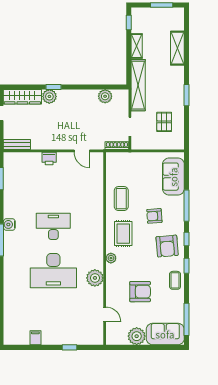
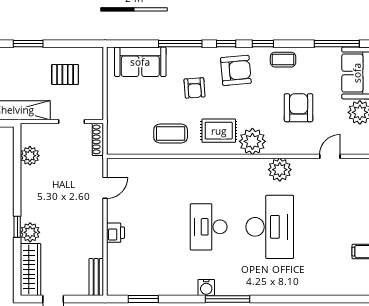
plant: (111, 258) -> (252, 141), width x1.88, depth x1.88

